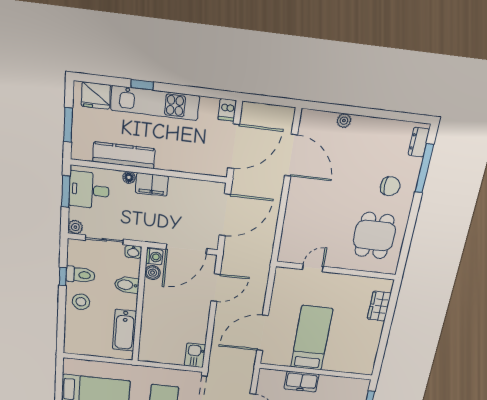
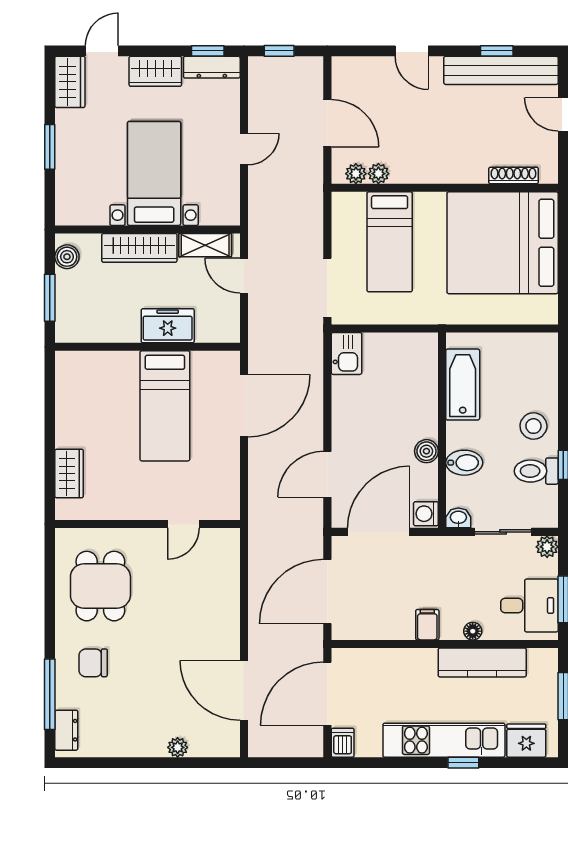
filing cabinet: (152, 184) -> (427, 625), width x0.50
boiler: (153, 273) -> (426, 451), moved

